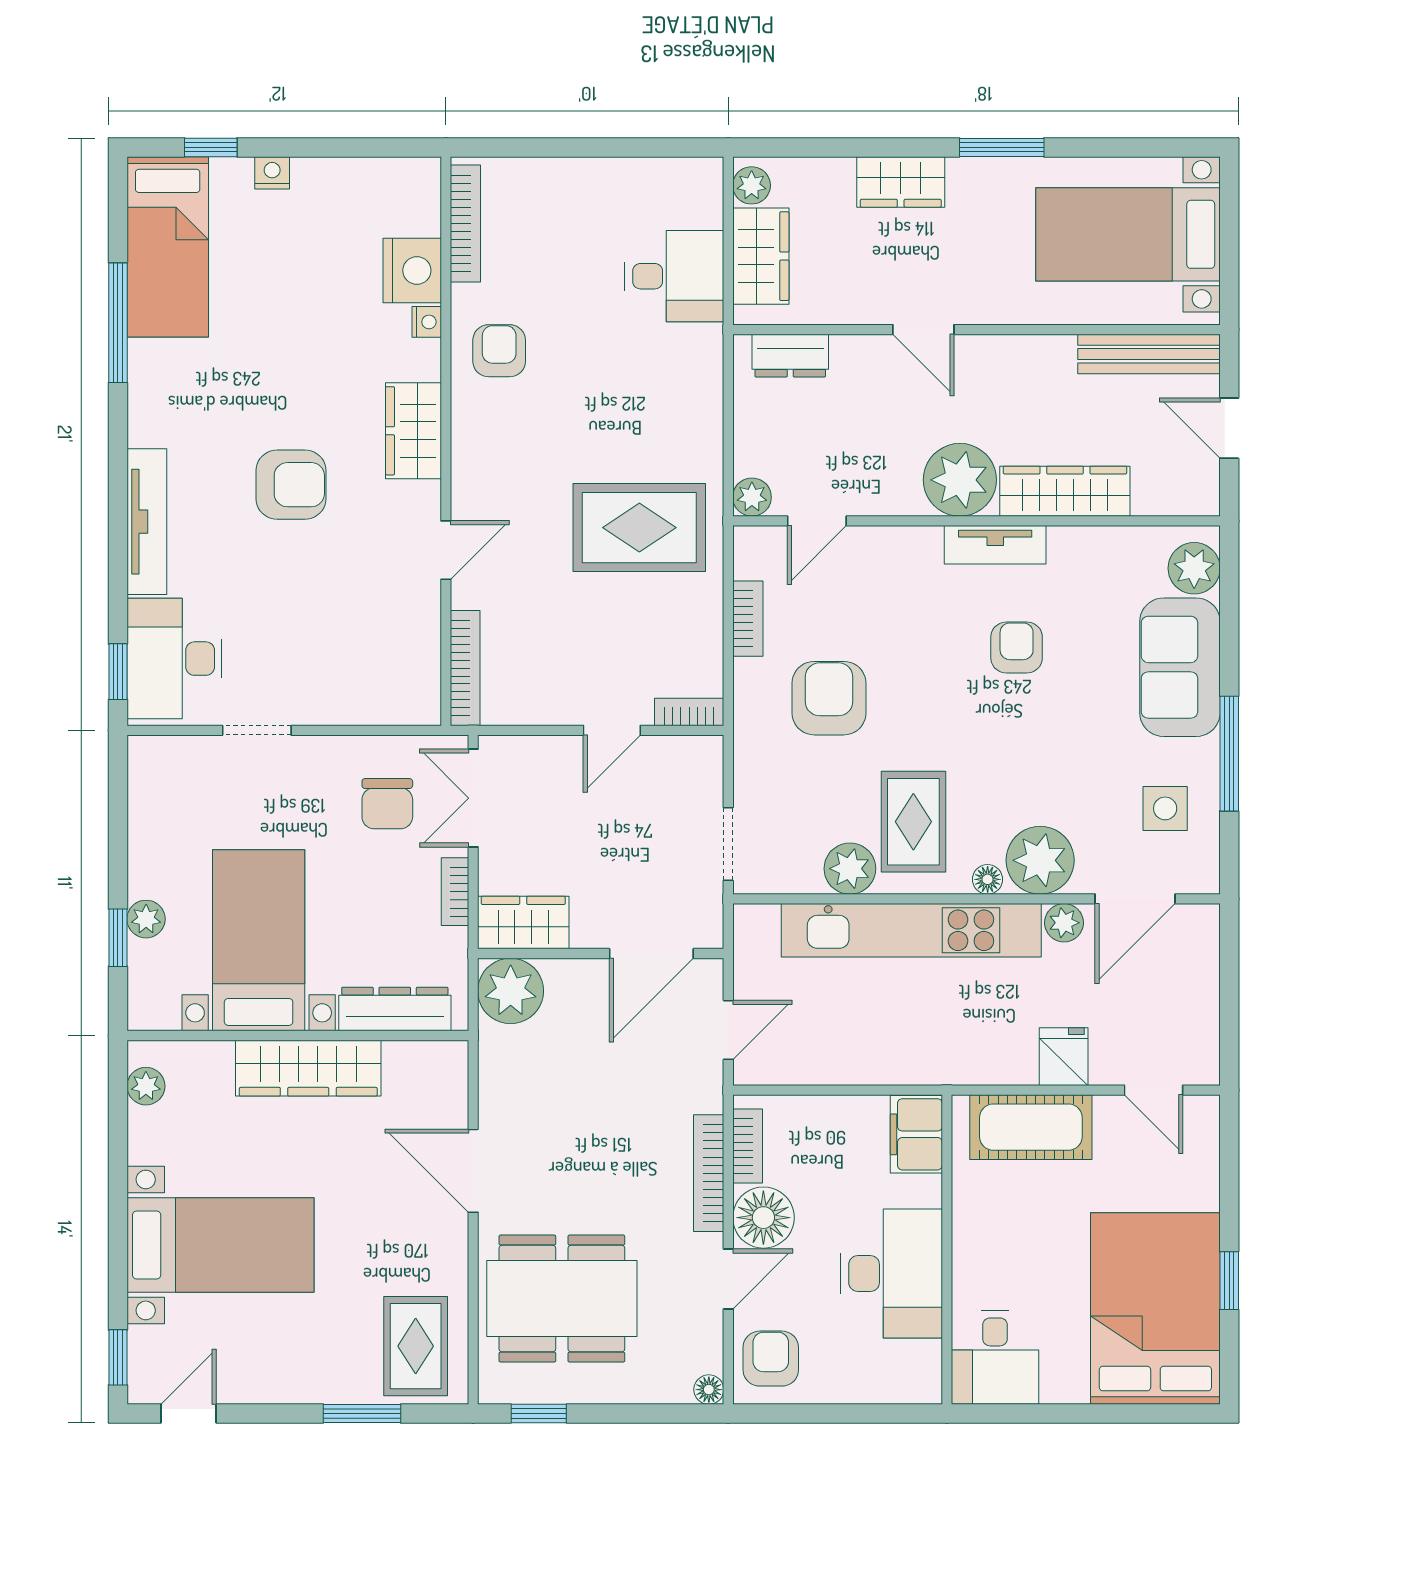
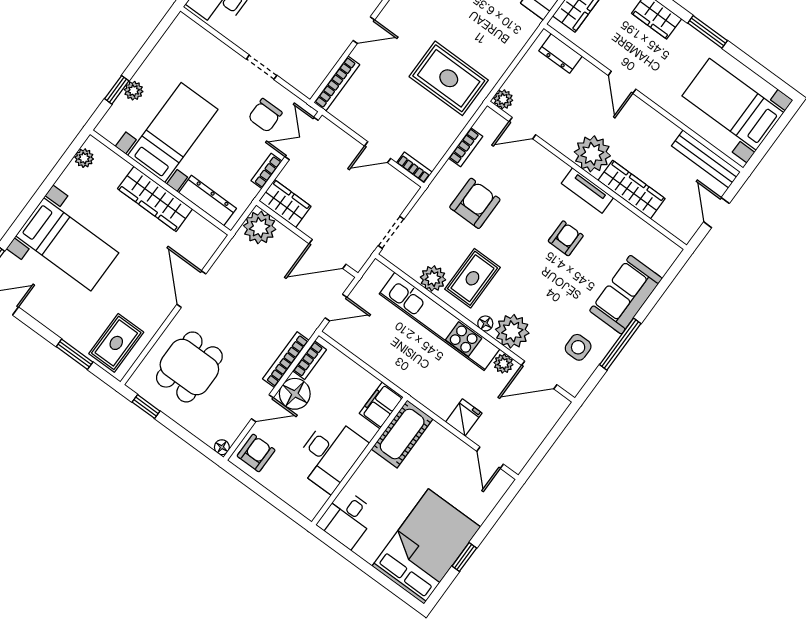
plant: (1194, 568) -> (661, 259), removed
doorway: (257, 730) -> (262, 67), moved
cot: (1031, 1127) -> (402, 434), moved, turned 90
dining table: (562, 1299) -> (189, 367), width x0.73

